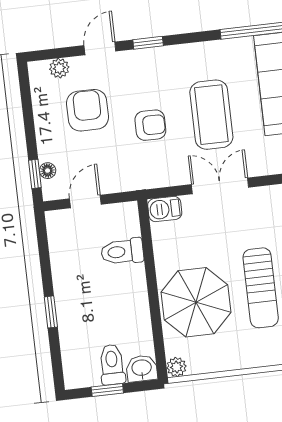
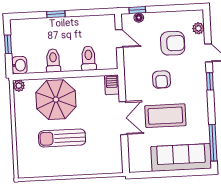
toilet: (112, 365) -> (53, 61), moved, turned -90

